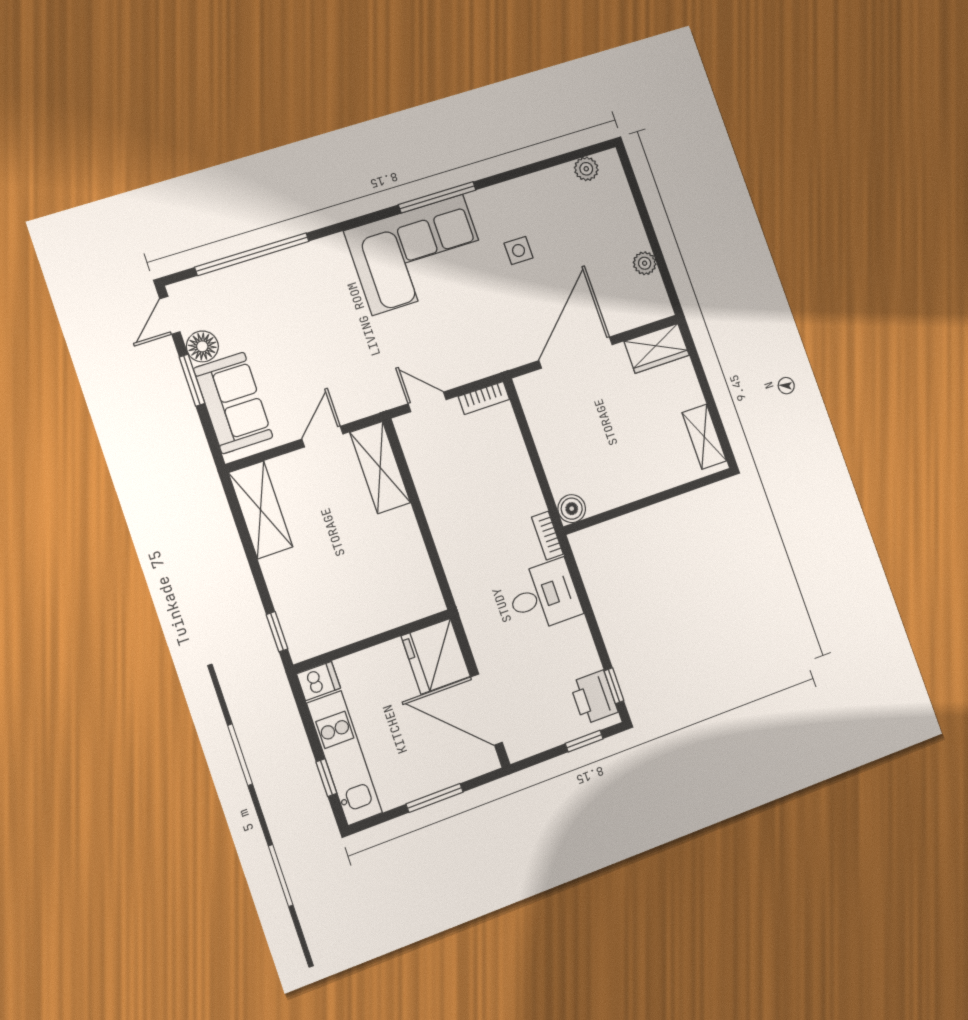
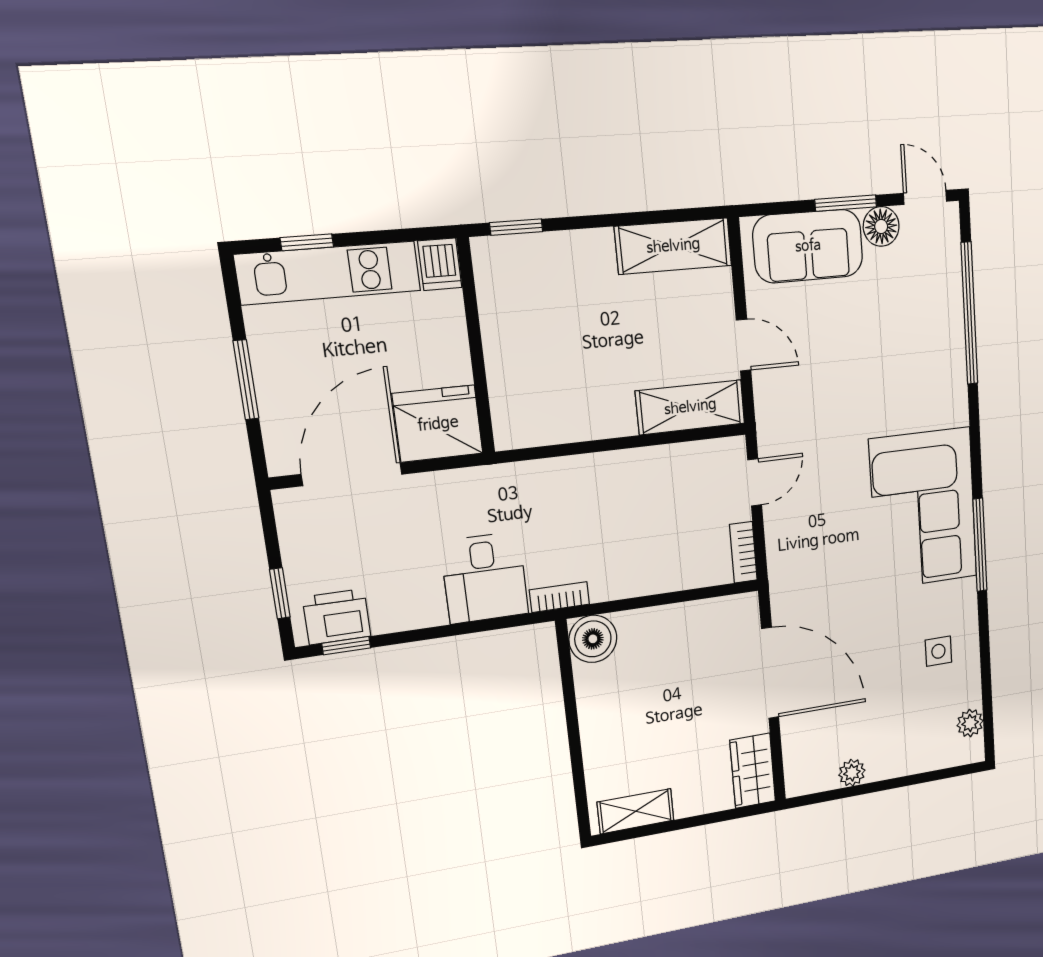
side table: (519, 250) -> (938, 651), moved
boiler: (572, 509) -> (593, 639), width x1.36, depth x1.36

